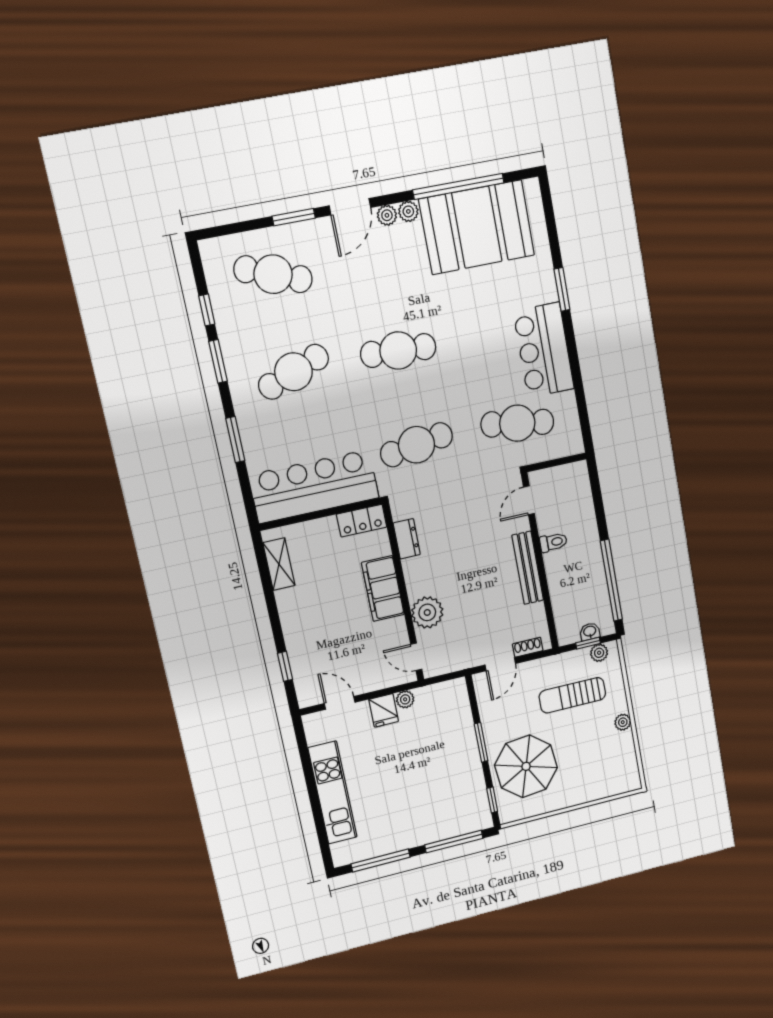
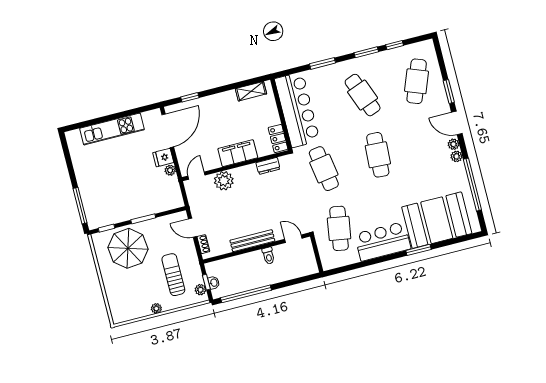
booth: (477, 227) -> (437, 220), moved, turned 90
door: (340, 703) -> (168, 131), width x1.88
window: (381, 860) -> (69, 161), removed

